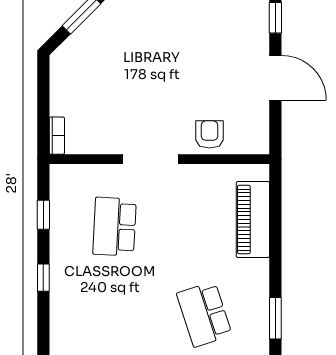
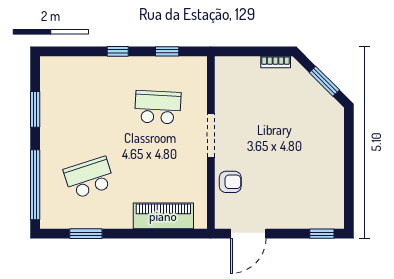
door: (275, 78) -> (248, 234), moved
bookcase: (57, 136) -> (276, 62), moved

